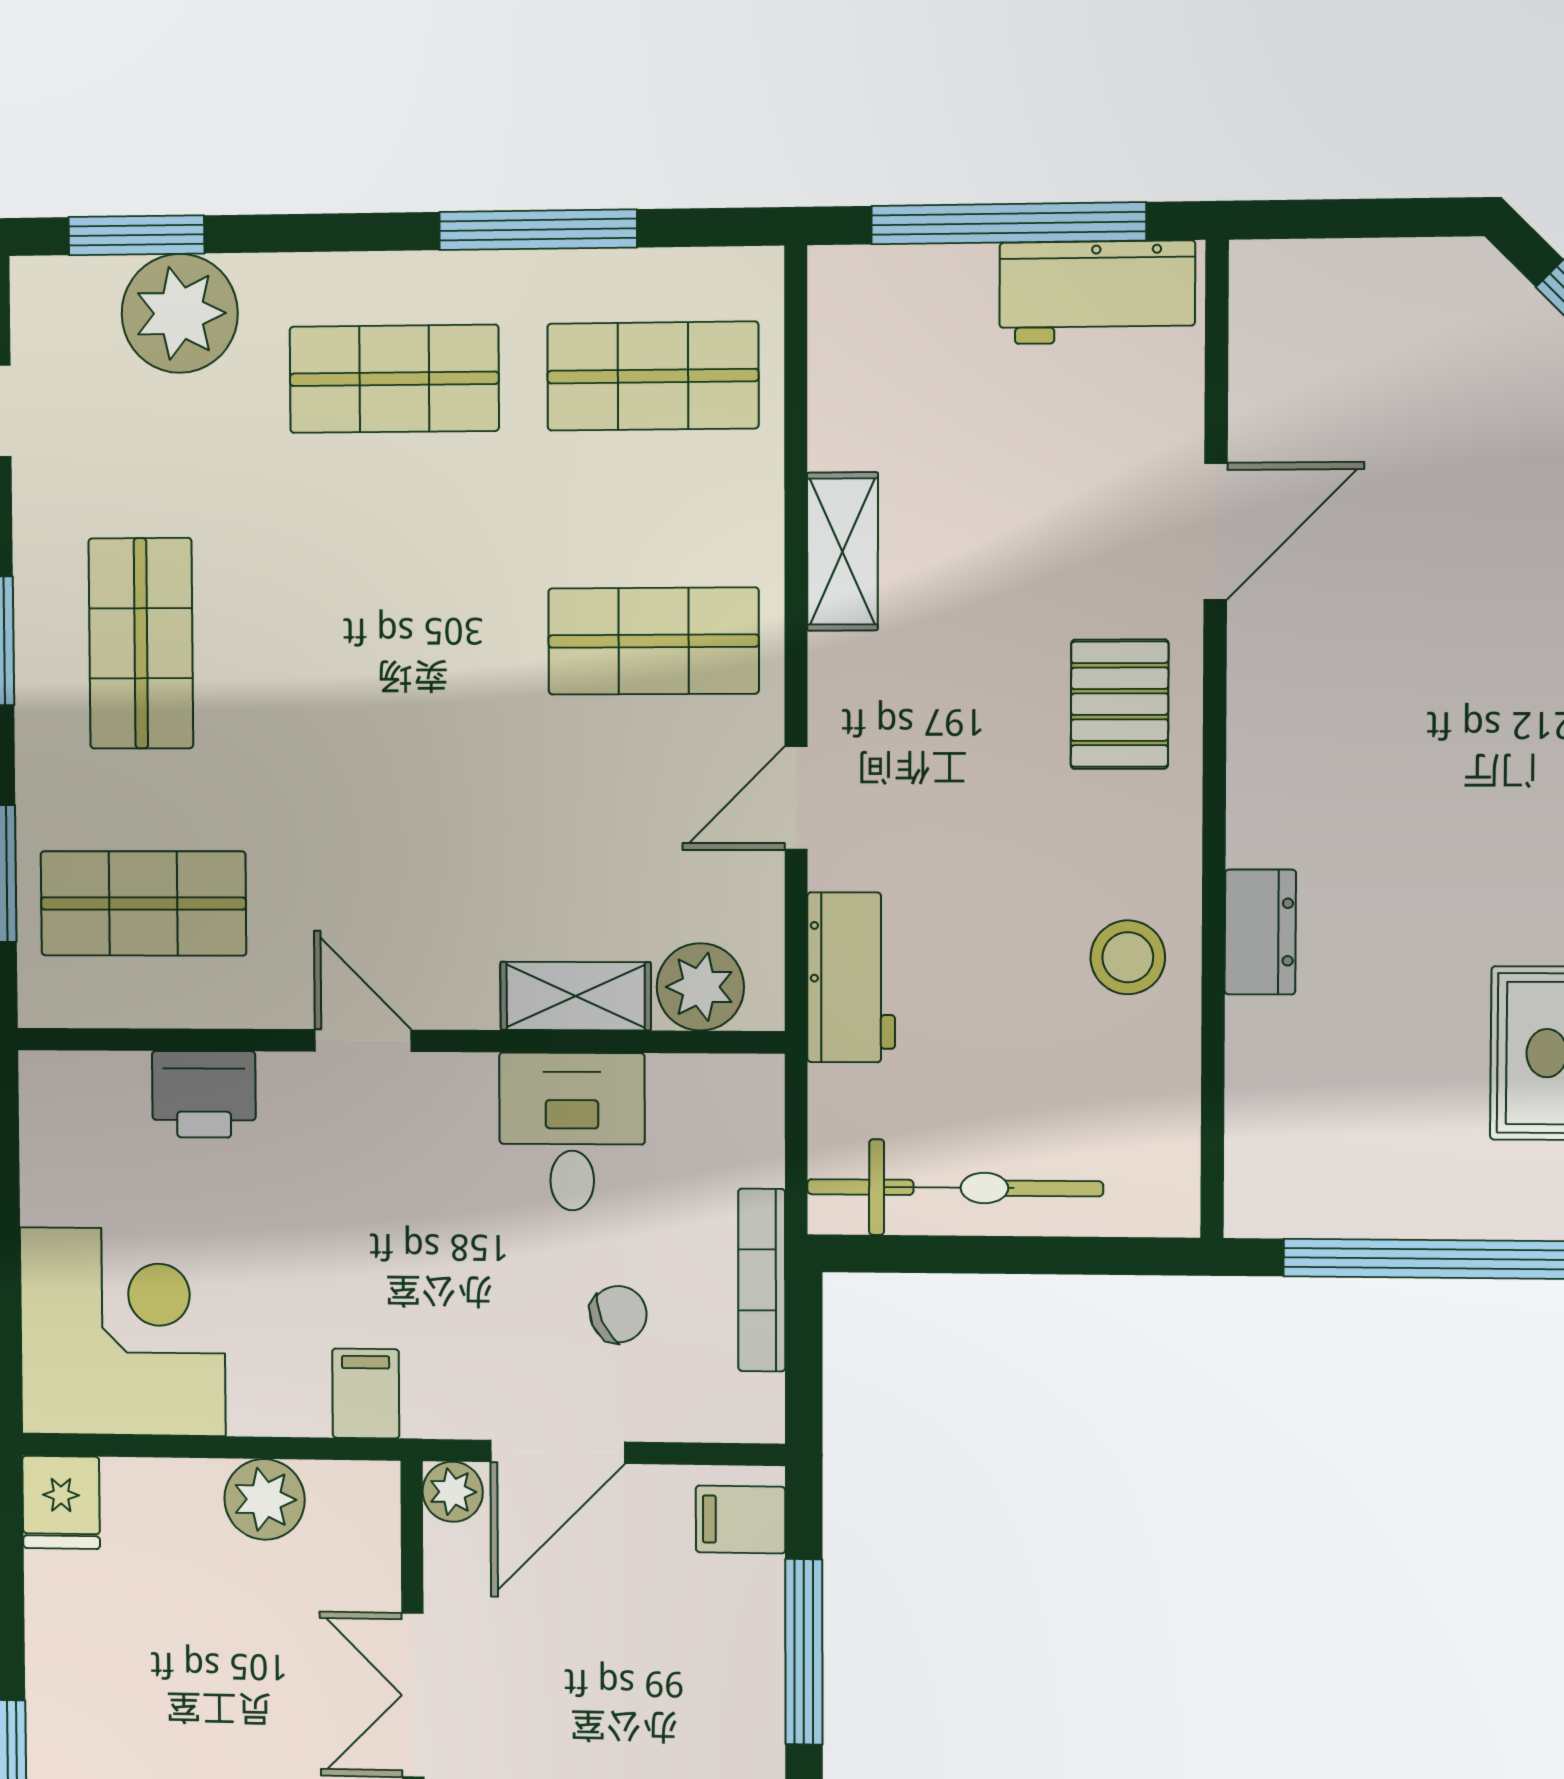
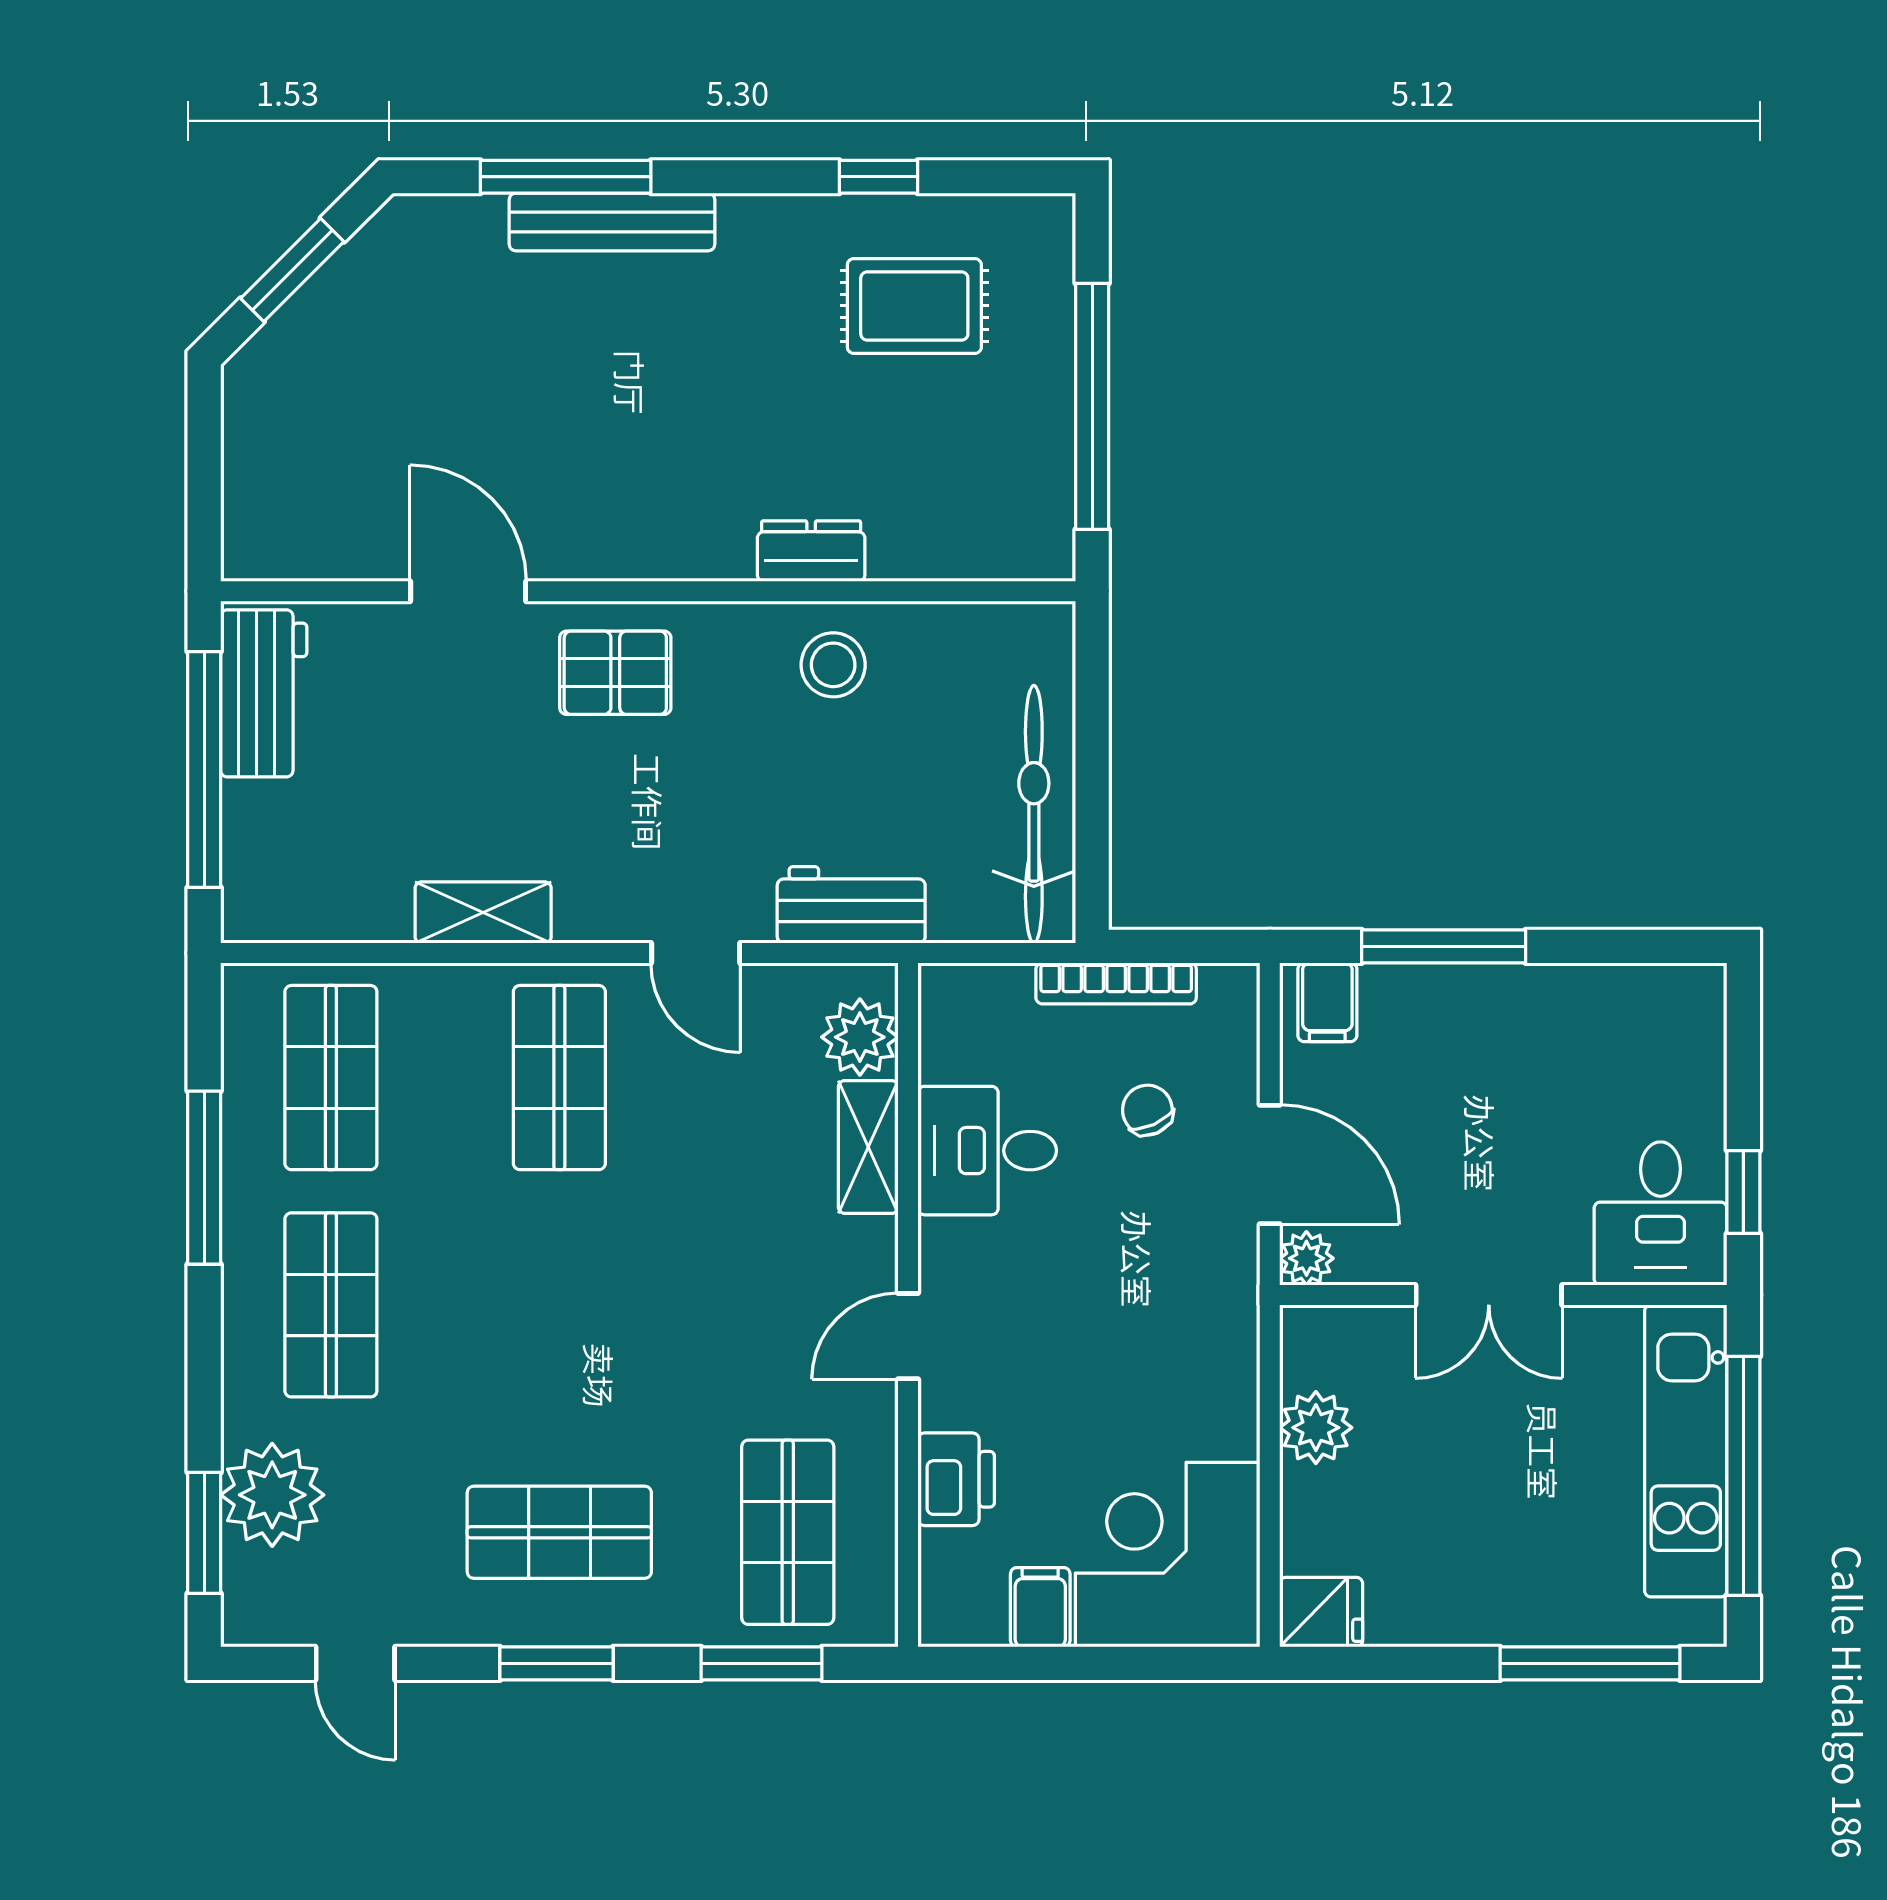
filing cabinet: (366, 1393) -> (1040, 1607), moved, turned 90

